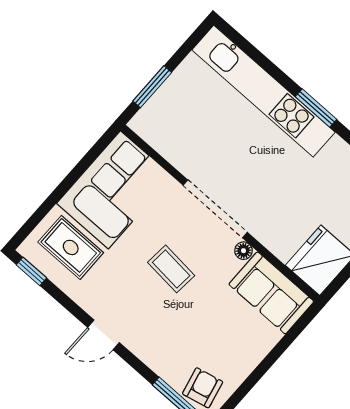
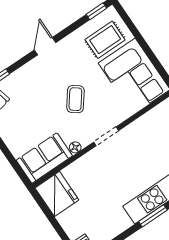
doorway: (215, 209) -> (106, 136), width x0.53
coffee table: (171, 269) -> (75, 99), turned -58

